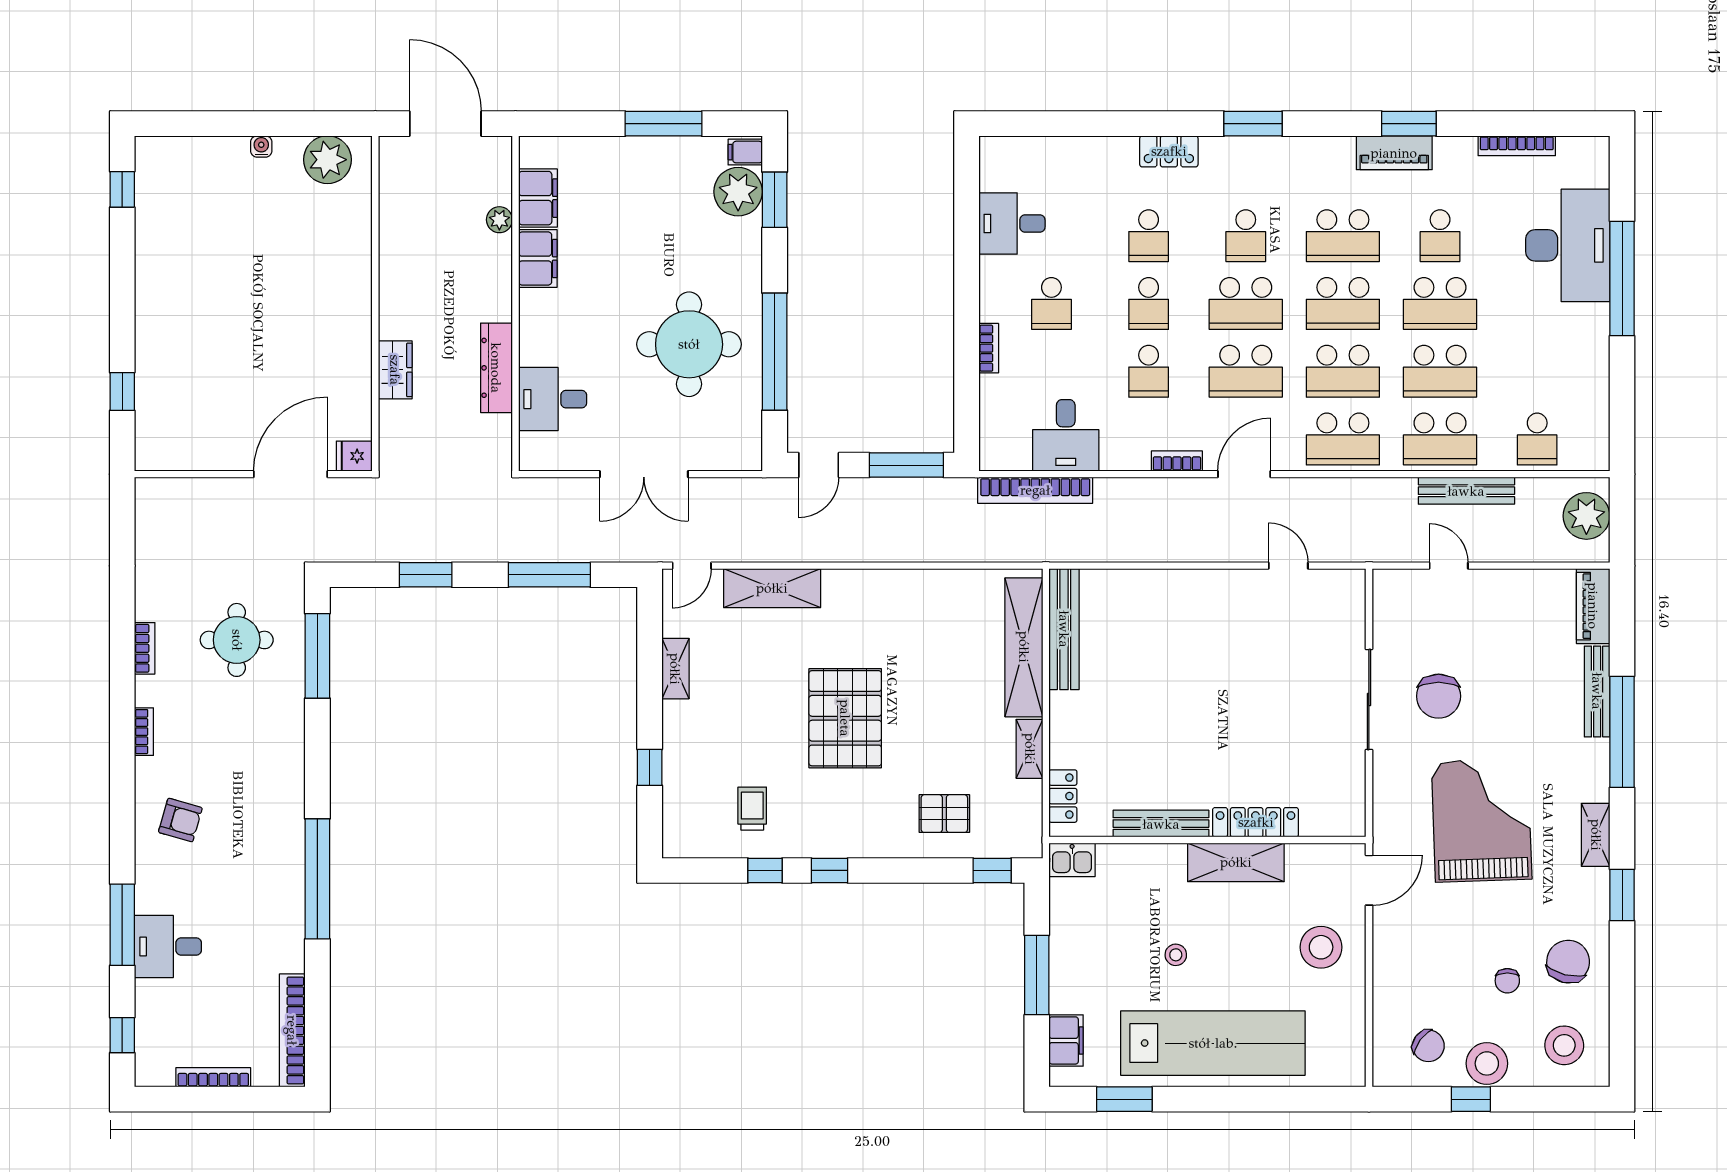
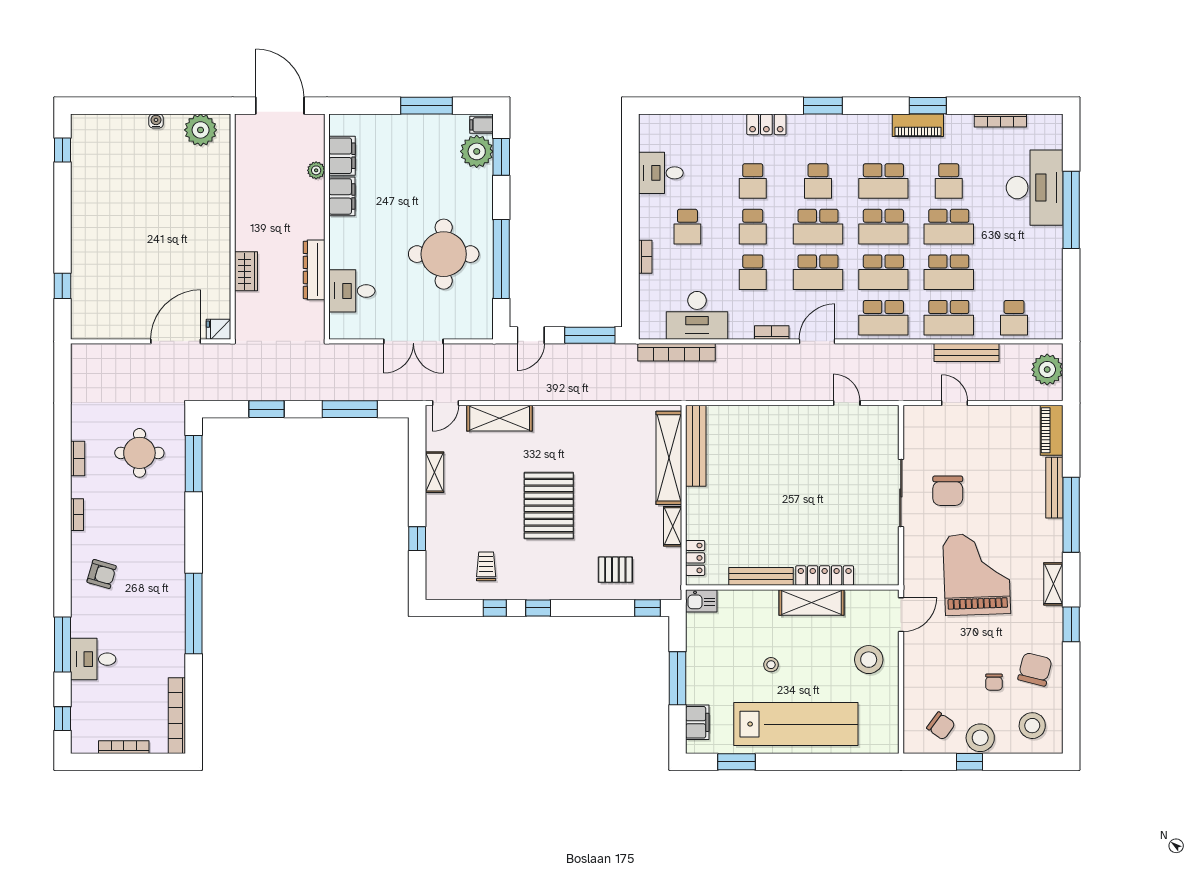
desk: (1066, 435) -> (697, 315), width x1.37

